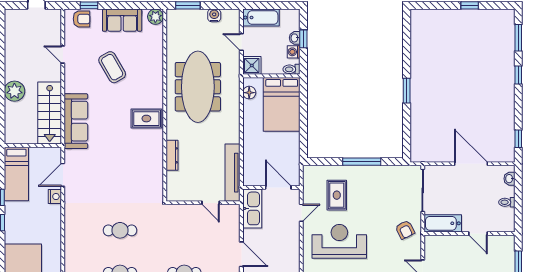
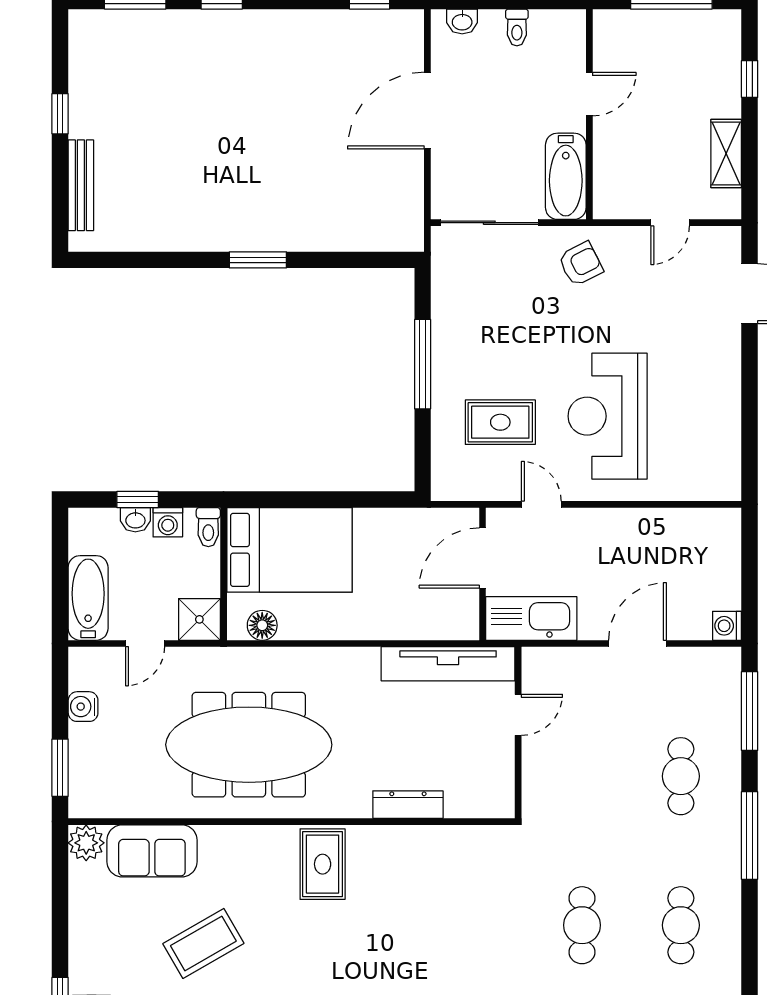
bench: (439, 14) -> (81, 185), added
sofa: (122, 20) -> (152, 851), moved, turned 90

